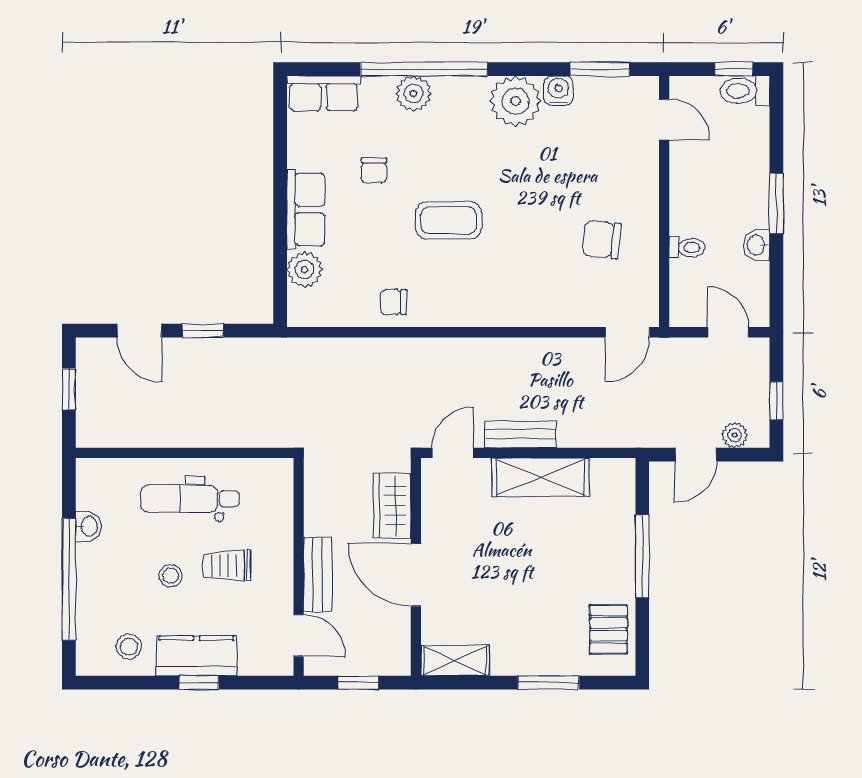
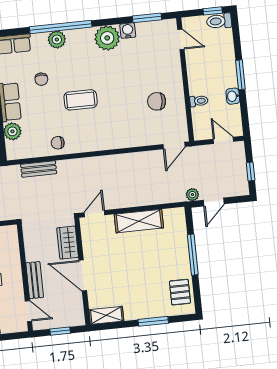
bench: (521, 434) -> (39, 169), moved
plant: (735, 435) -> (192, 195), moved

